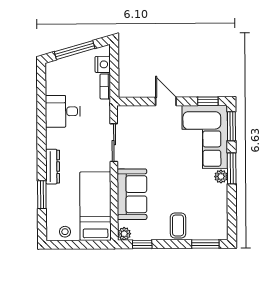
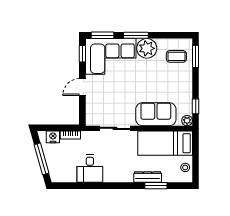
dresser: (53, 167) -> (148, 177), moved
plant: (221, 176) -> (147, 48), width x1.88, depth x1.88
coffee table: (178, 225) -> (176, 56), moved

